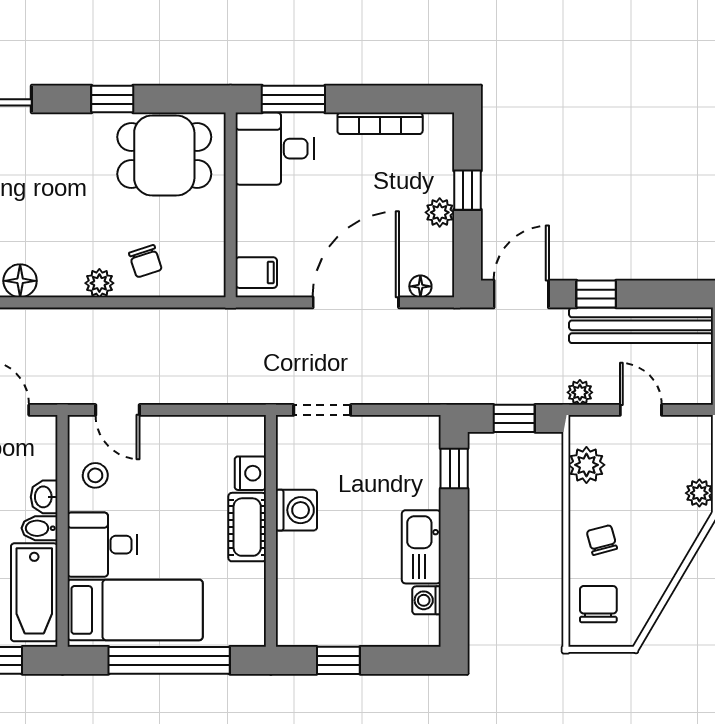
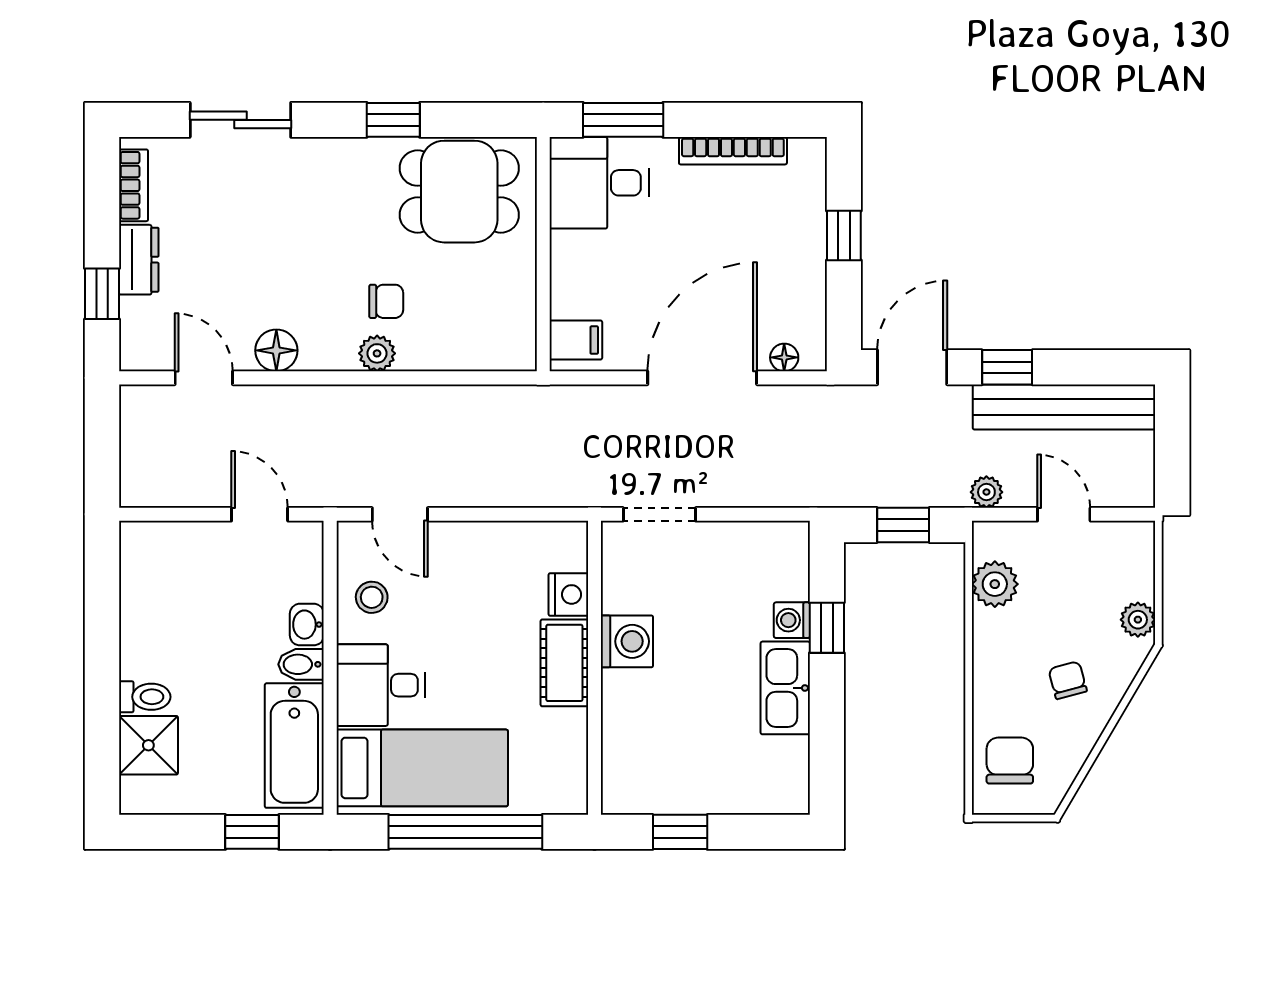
plant: (440, 212) -> (809, 264), removed
chair: (145, 261) -> (386, 301), moved, turned -72
window: (454, 468) -> (827, 628), moved
chair: (602, 540) -> (1068, 680), moved
washing machine: (427, 600) -> (792, 620), moved

